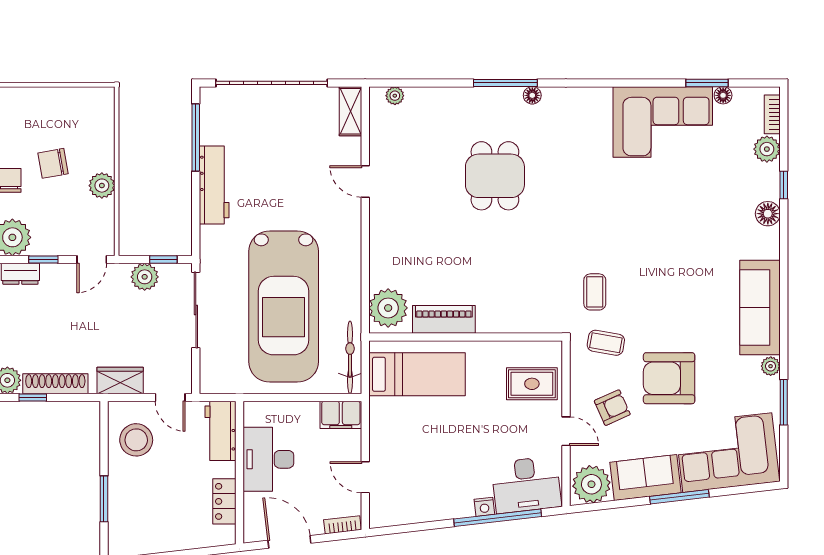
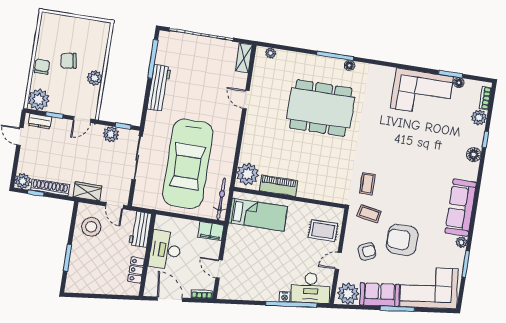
dining table: (495, 176) -> (321, 108), width x1.87, depth x1.24
door: (566, 431) -> (338, 261), swing flipped

